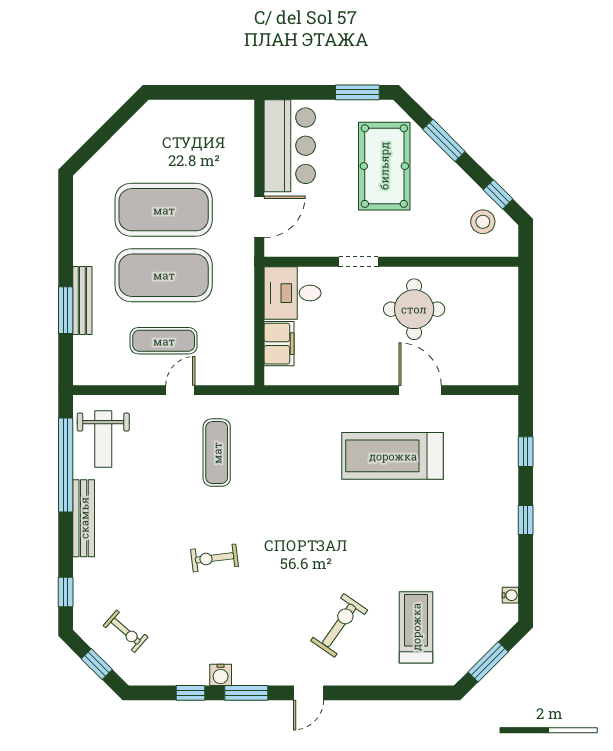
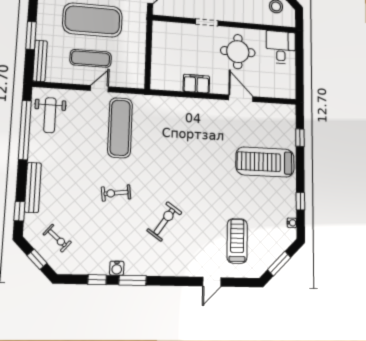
desk: (292, 293) -> (281, 47), moved, turned 90
bench: (82, 300) -> (40, 61), moved
filing cabinet: (279, 344) -> (196, 84), moved, turned -90
exercise mat: (217, 453) -> (120, 128), width x1.36, depth x1.45
treadmill: (393, 456) -> (265, 162), moved
bench: (84, 518) -> (33, 187), moved
window: (526, 520) -> (300, 201), moved
exercise bike: (339, 625) -> (164, 221), moved
door: (309, 693) -> (212, 282), moved

